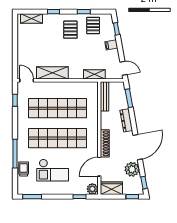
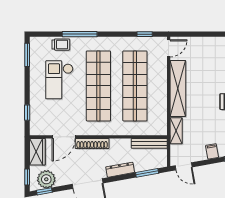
door: (124, 68) -> (184, 166), hinge flipped
shelving: (52, 73) -> (178, 88), width x1.47
door: (99, 167) -> (64, 137), swing flipped
plant: (132, 169) -> (46, 179), moved
plant: (92, 189) -> (36, 128), removed

